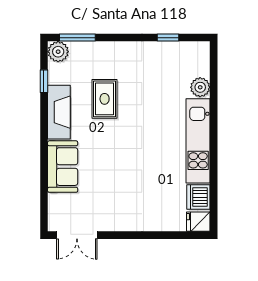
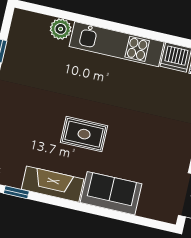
rug: (105, 99) -> (84, 134), moved

